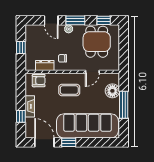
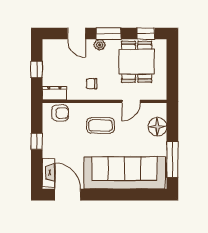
dresser: (45, 66) -> (54, 93), moved
window: (124, 105) -> (172, 159), moved
fireplace: (30, 106) -> (48, 173), moved
window: (21, 116) -> (37, 141), moved
window: (69, 142) -> (100, 195), removed

